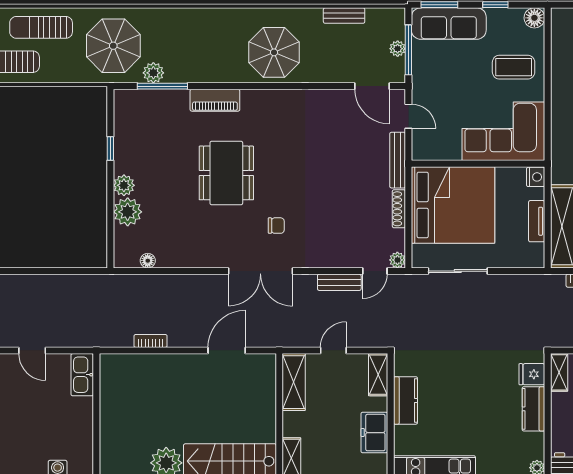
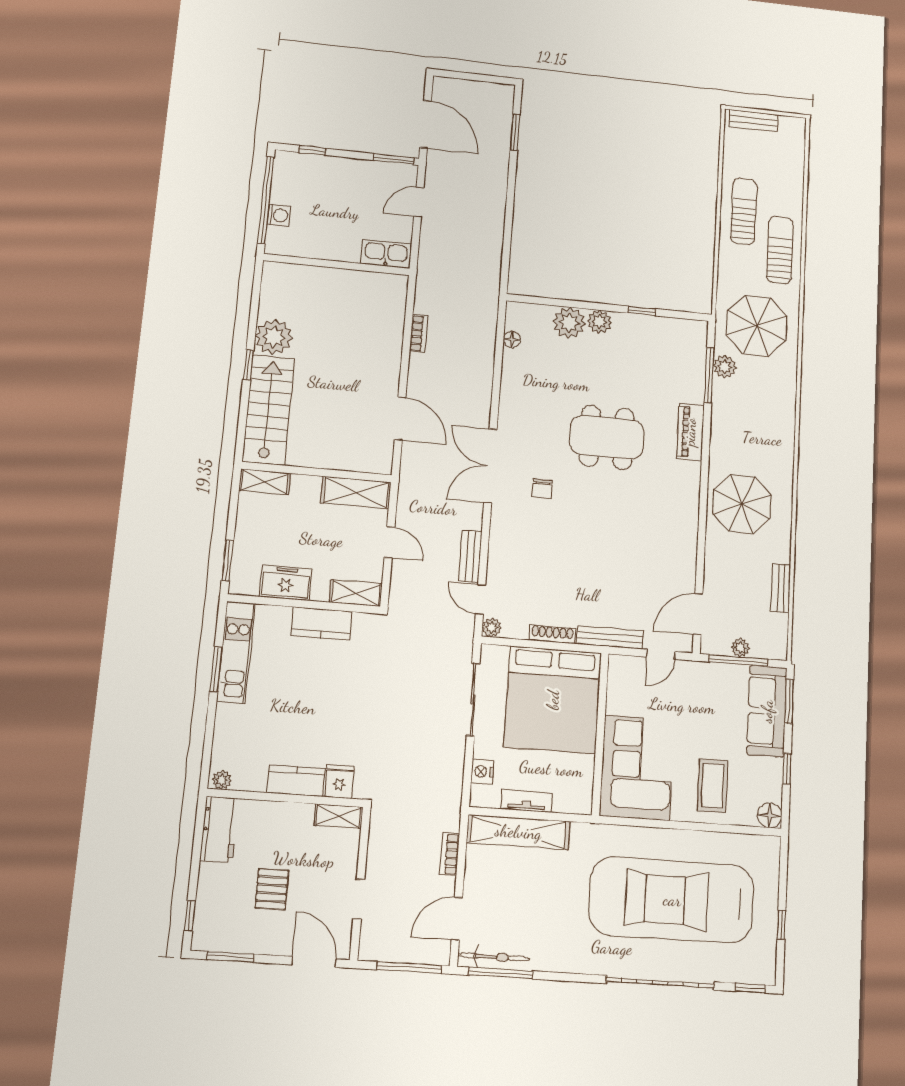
nightstand: (536, 177) -> (482, 771), moved, turned 90

